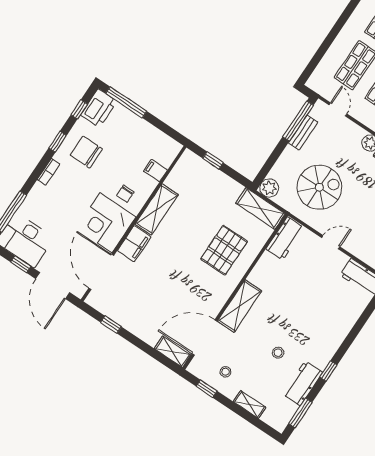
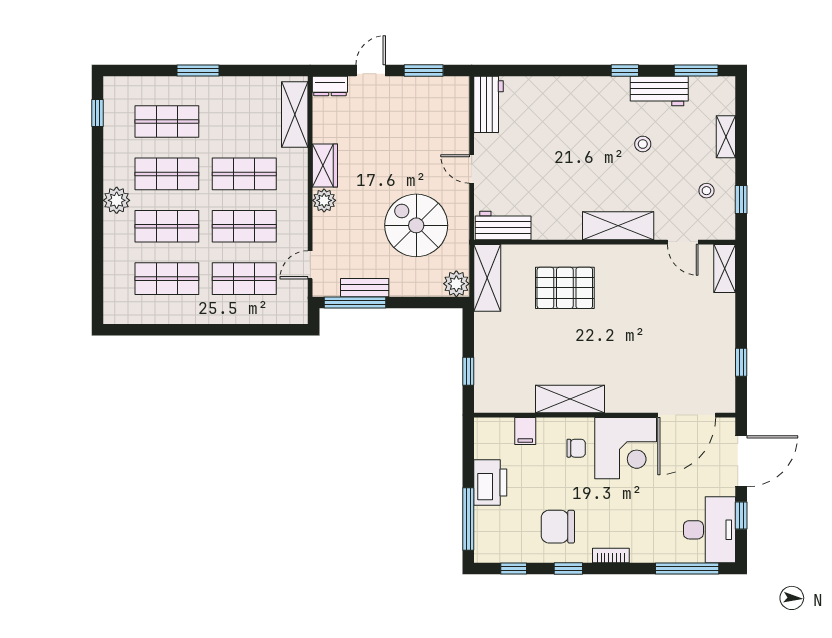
printer: (99, 108) -> (490, 483), moved, turned 90
chair: (86, 152) -> (558, 527), turned 90
filing cabinet: (134, 244) -> (628, 398), removed
door: (205, 337) -> (683, 242), width x0.53

